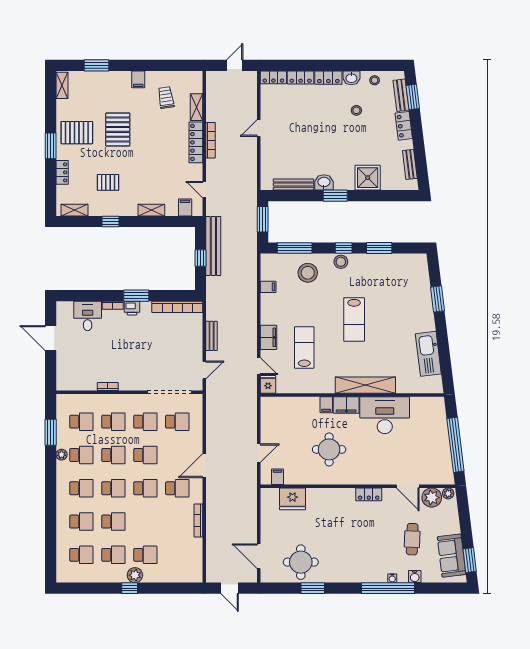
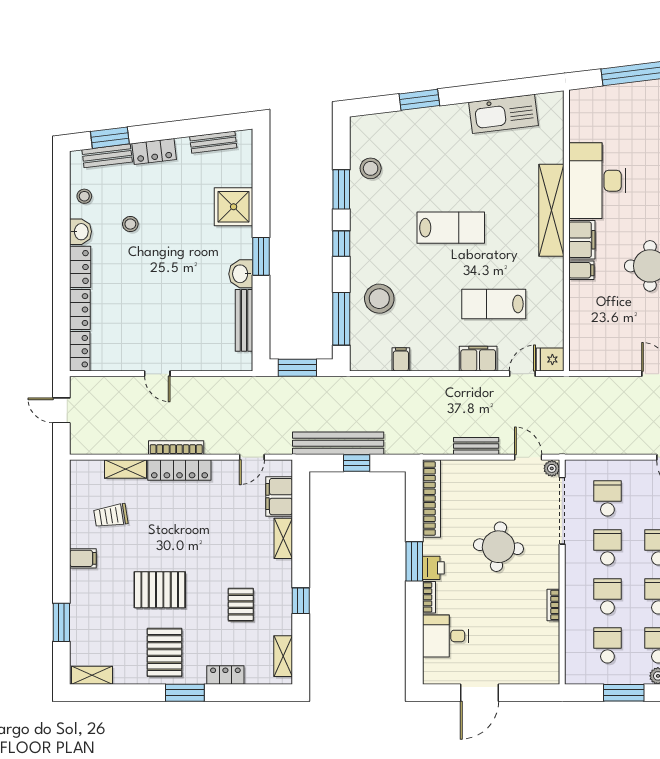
filing cabinet: (185, 207) -> (279, 497), width x2.00
stool: (341, 262) -> (371, 168), moved
round table: (146, 351) -> (498, 547), added
plant: (197, 385) -> (552, 468), added

